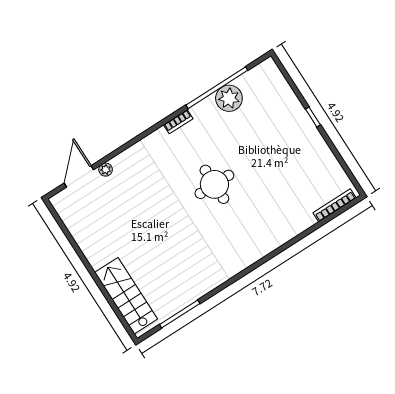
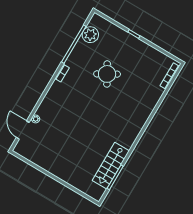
plant: (229, 98) -> (90, 35), moved
round table: (214, 184) -> (107, 74), moved, turned -30
stairs: (126, 296) -> (111, 166), moved, turned -90

